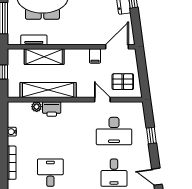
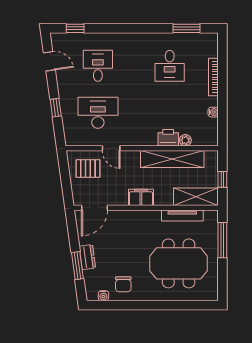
tv unit: (34, 40) -> (182, 216), width x1.41
filing cabinet: (95, 56) -> (141, 197), moved, width x2.00
shelving: (44, 57) -> (196, 197), moved

